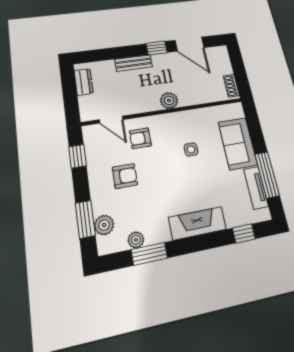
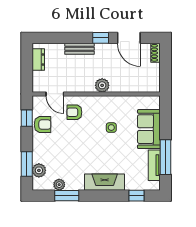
shoe rack: (231, 86) -> (156, 53), moved
armchair: (125, 176) -> (43, 125), moved

